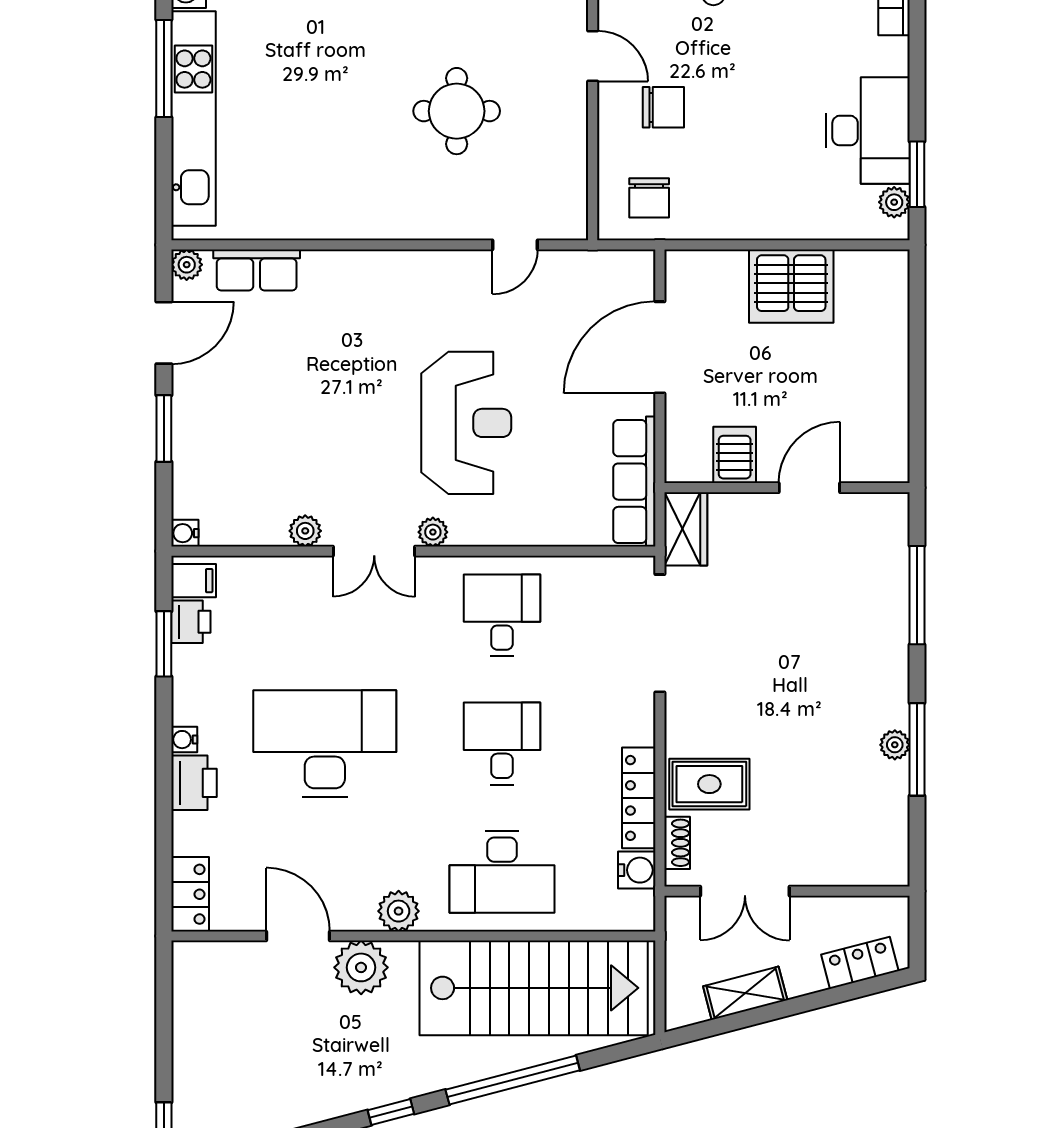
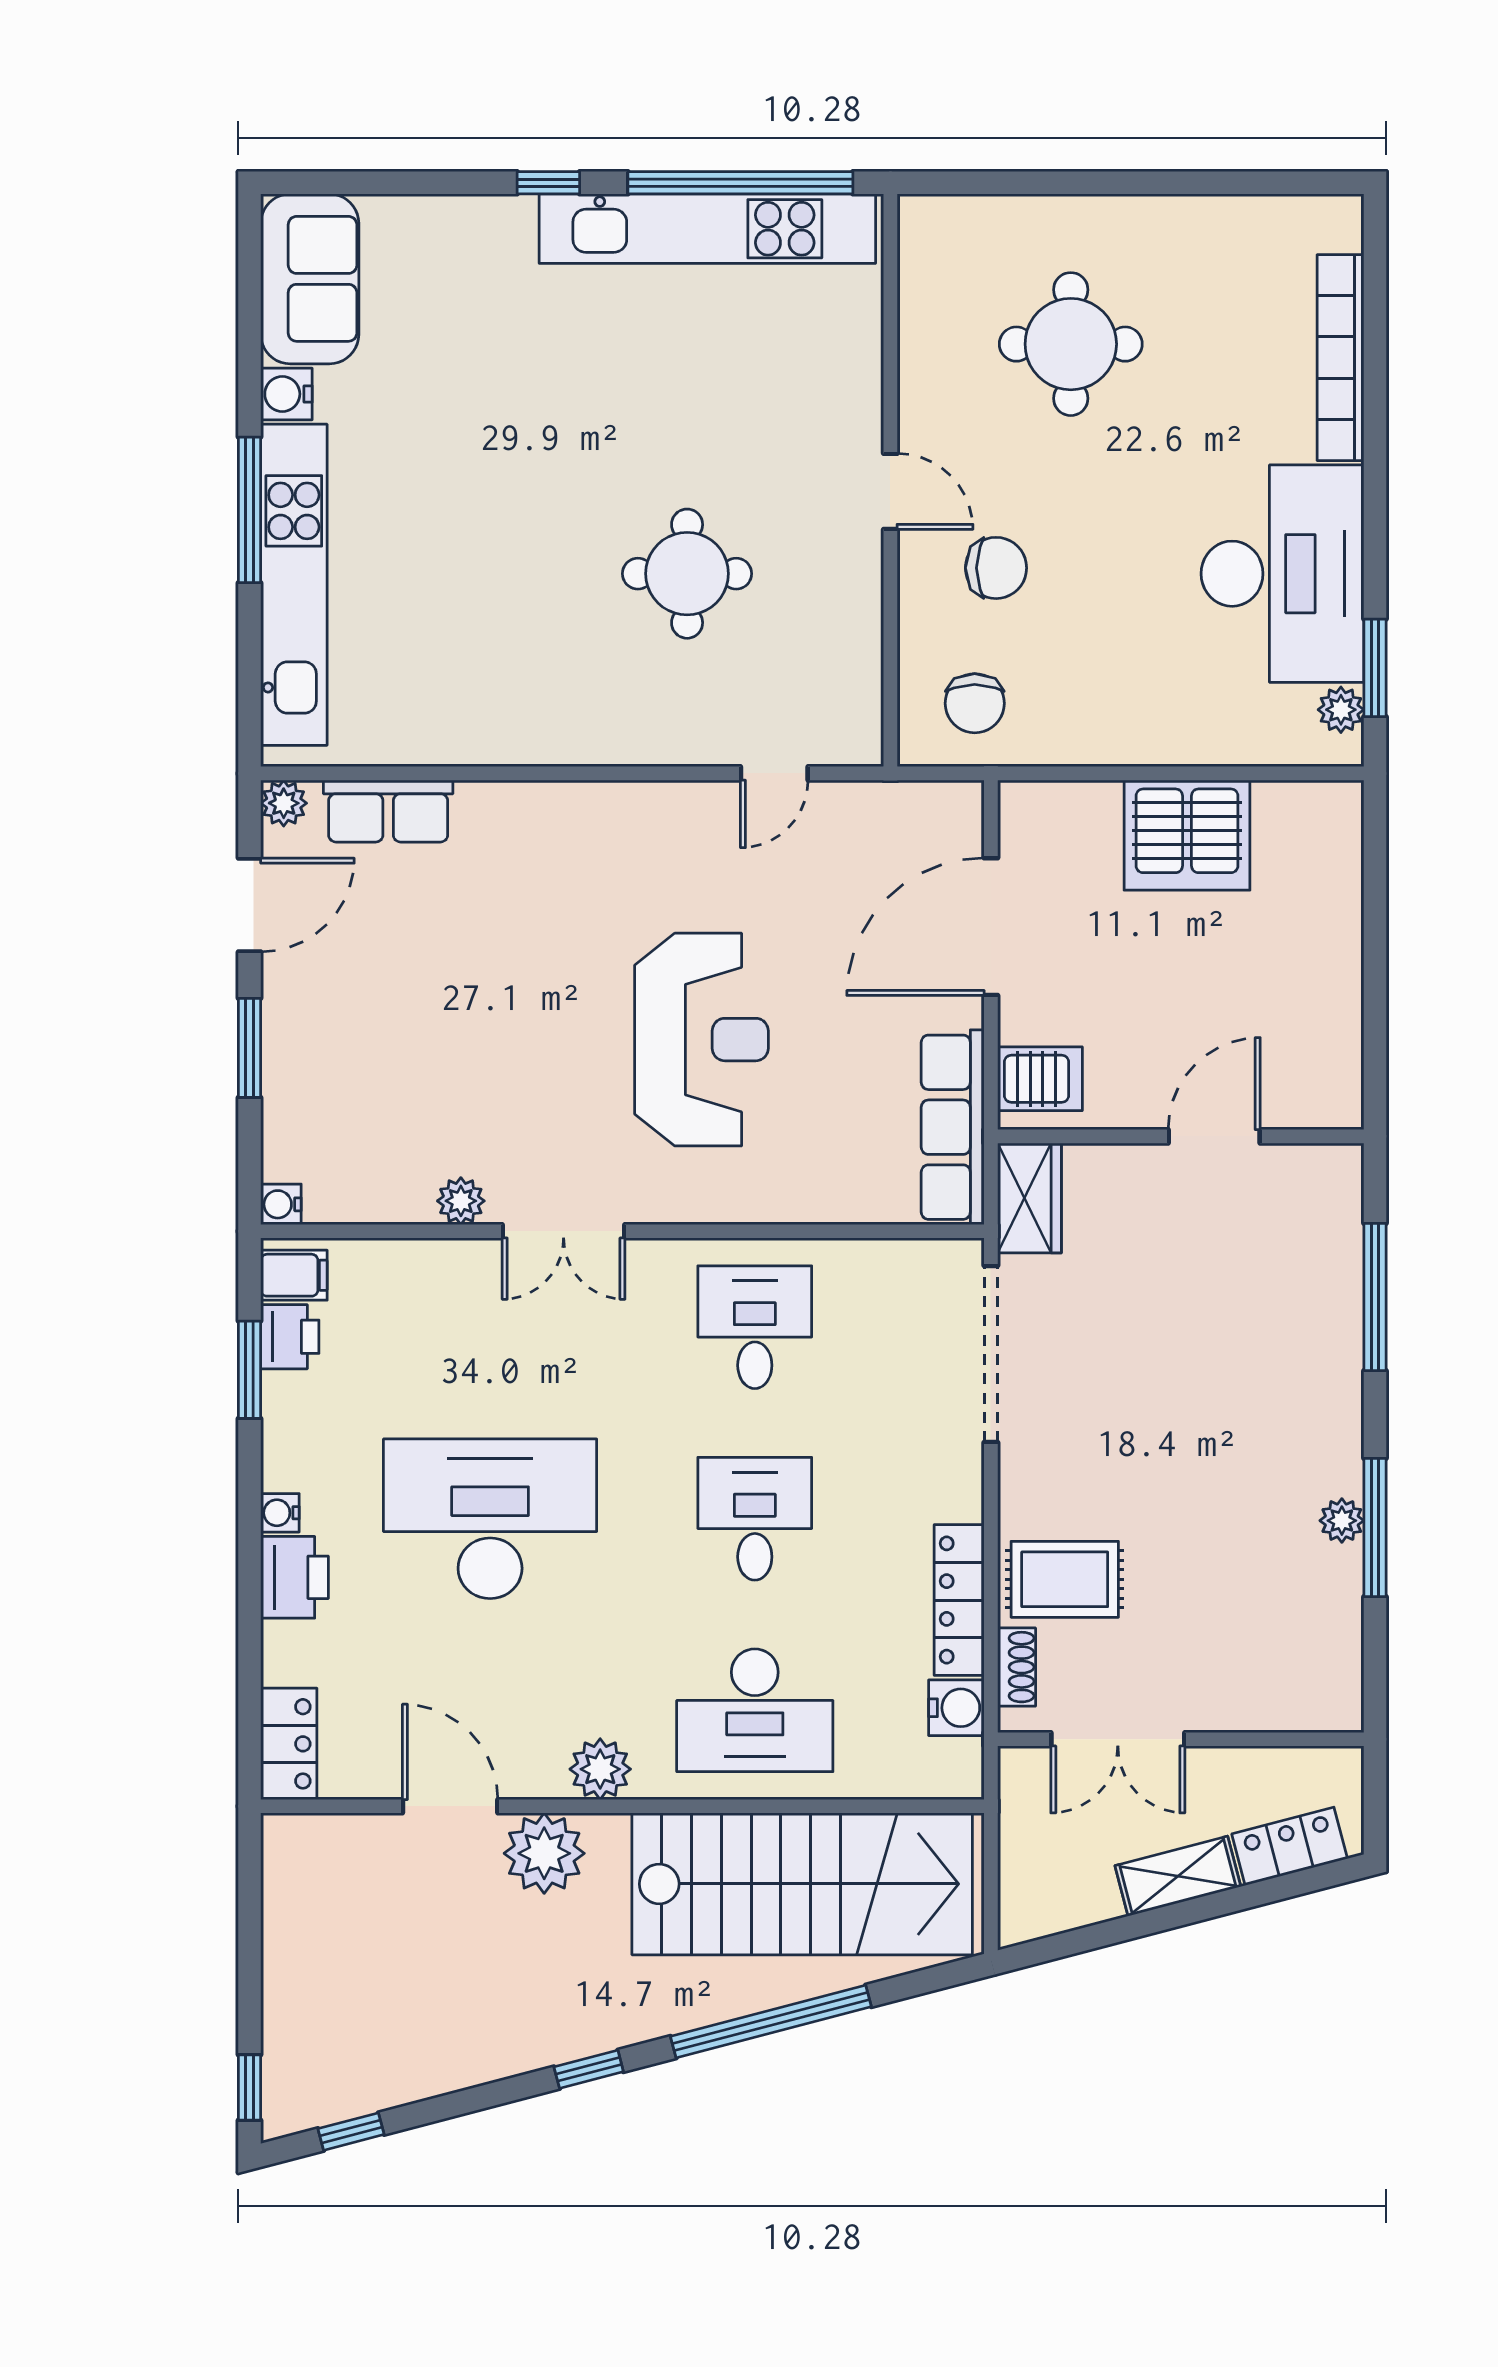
desk: (868, 131) -> (1282, 574), width x1.36, depth x1.30
server rack: (735, 455) -> (1040, 1079), moved, turned 90
plant: (433, 532) -> (652, 1203), removed
shelving: (745, 993) -> (1178, 1876), moved

